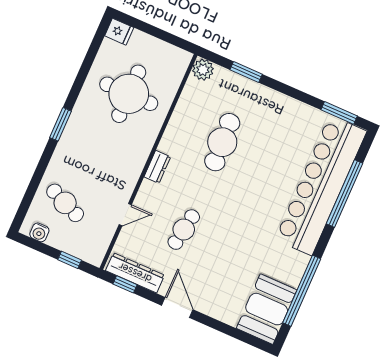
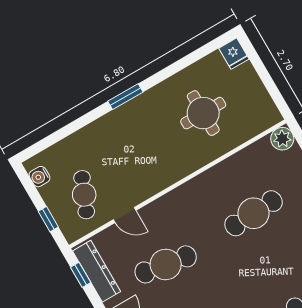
round table: (129, 94) -> (203, 113), width x0.73, depth x0.73
dresser: (157, 167) -> (182, 194), removed
cafe table: (65, 203) -> (84, 195), moved
cafe table: (184, 230) -> (166, 264), width x1.37, depth x1.35

